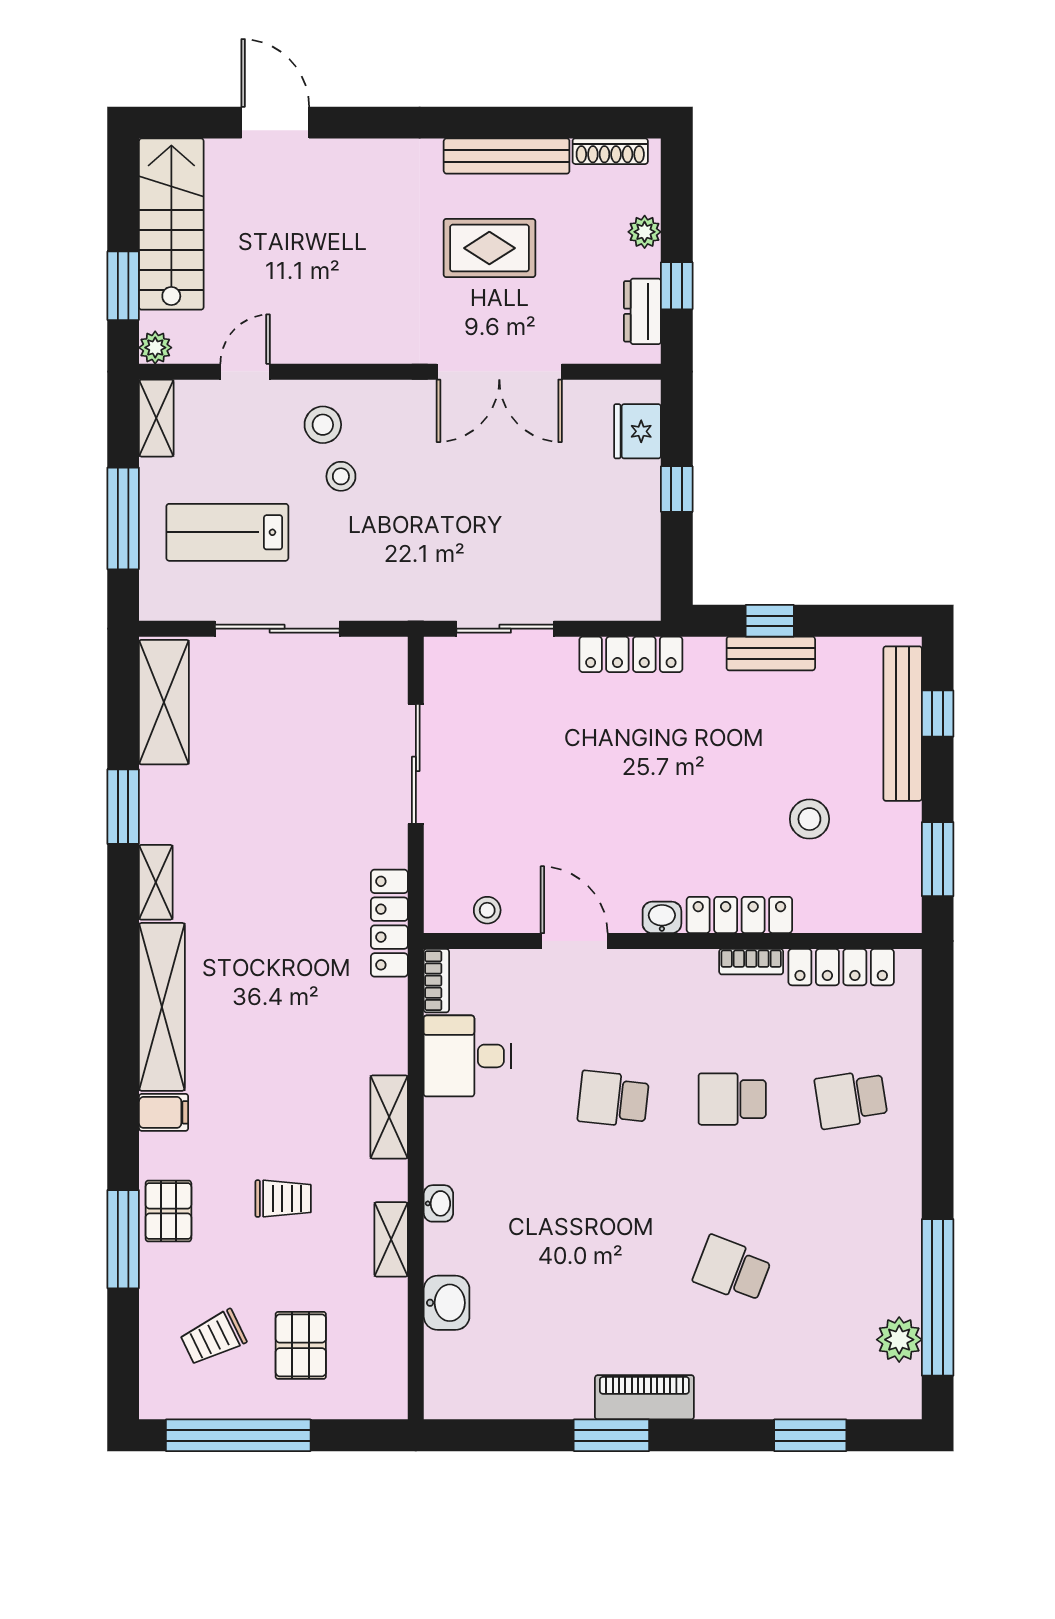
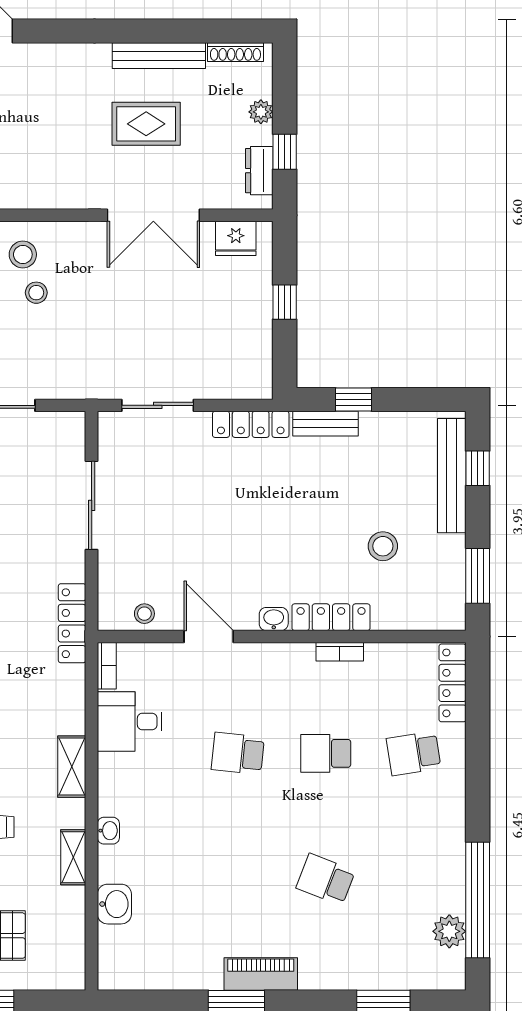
fridge: (637, 431) -> (236, 238), moved, turned -90
bench: (771, 653) -> (325, 424), moved
locker: (841, 967) -> (453, 683), moved, turned 90

